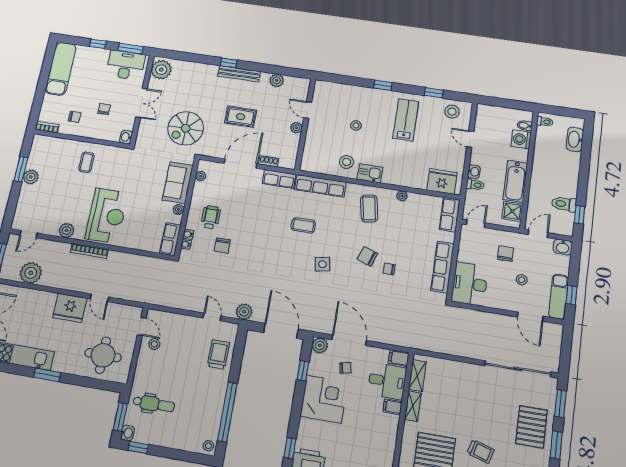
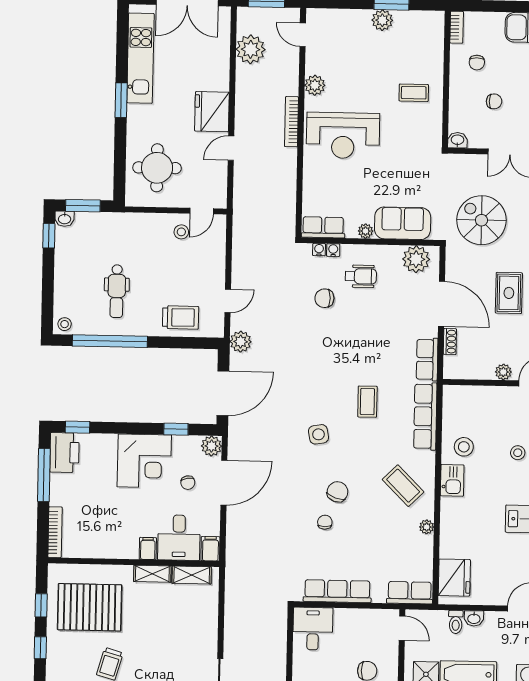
plant: (201, 176) -> (416, 259), width x1.87, depth x1.87
coffee table: (369, 208) -> (403, 486), turned 55
desk: (470, 284) -> (313, 629), width x0.73
dental chair: (154, 404) -> (117, 291), moved

